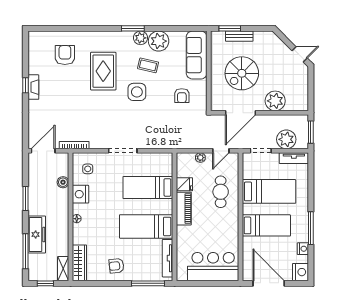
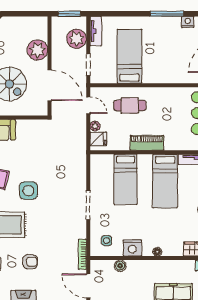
armchair: (182, 96) -> (30, 262), moved
fridge: (184, 184) -> (98, 139), moved, turned 90
bed: (266, 225) -> (164, 59), removed

